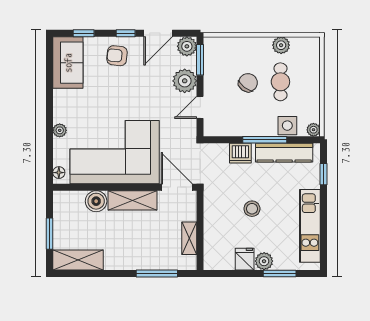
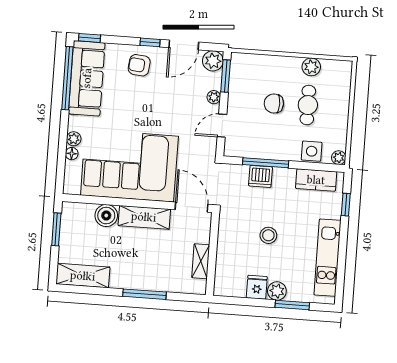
window: (84, 33) -> (89, 38), moved
sofa: (68, 63) -> (87, 78), width x1.36
window: (49, 73) -> (67, 78), added
plant: (185, 81) -> (214, 97), width x0.53, depth x0.53
chair: (248, 83) -> (274, 104), turned -127
window: (265, 140) -> (266, 163), moved
kitchen counter: (284, 153) -> (316, 180), width x0.67
floor lamp: (59, 173) -> (72, 154), moved
window: (49, 234) -> (56, 229), moved
window: (157, 273) -> (145, 294), moved

